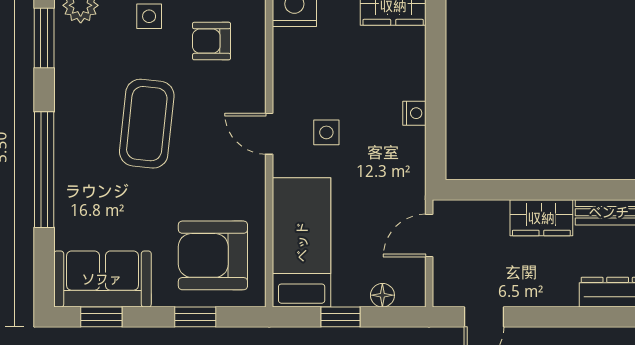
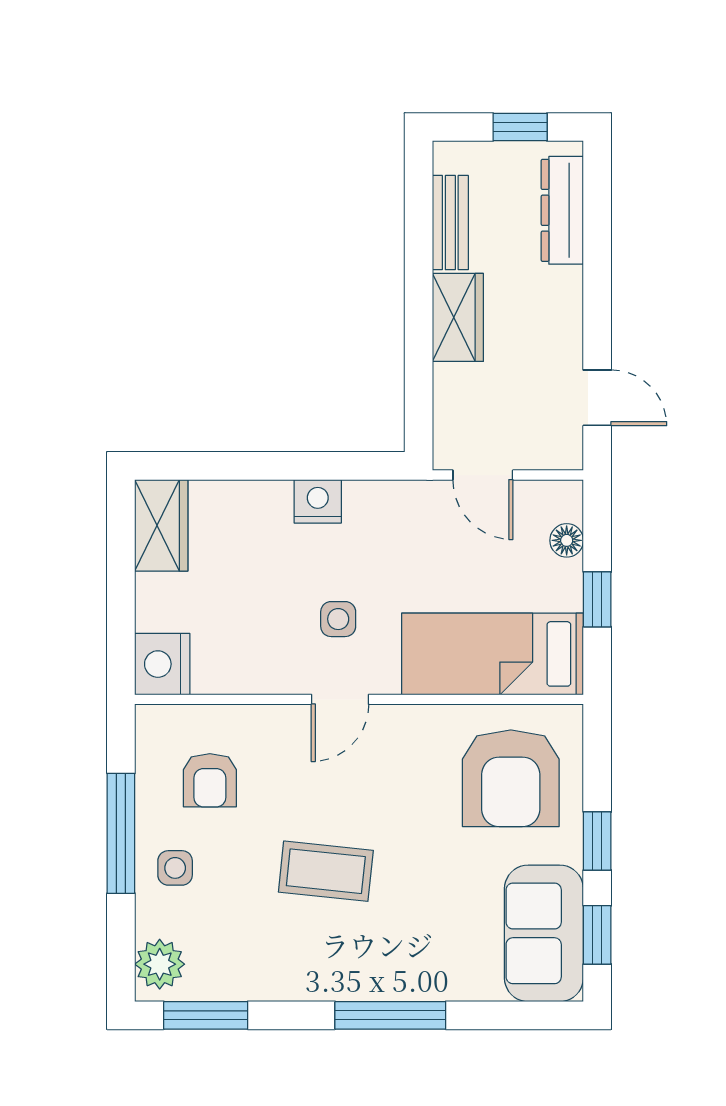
nightstand: (414, 113) -> (318, 501), width x1.39, depth x1.35
coffee table: (147, 124) -> (326, 871), width x0.73, depth x0.76
window: (44, 170) -> (390, 1015), width x0.68
window: (195, 317) -> (597, 841), moved

